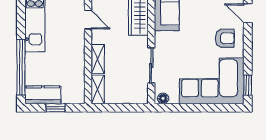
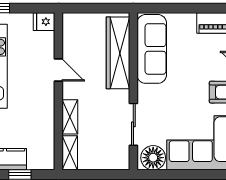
floor lamp: (163, 98) -> (153, 158), width x1.89, depth x1.89

